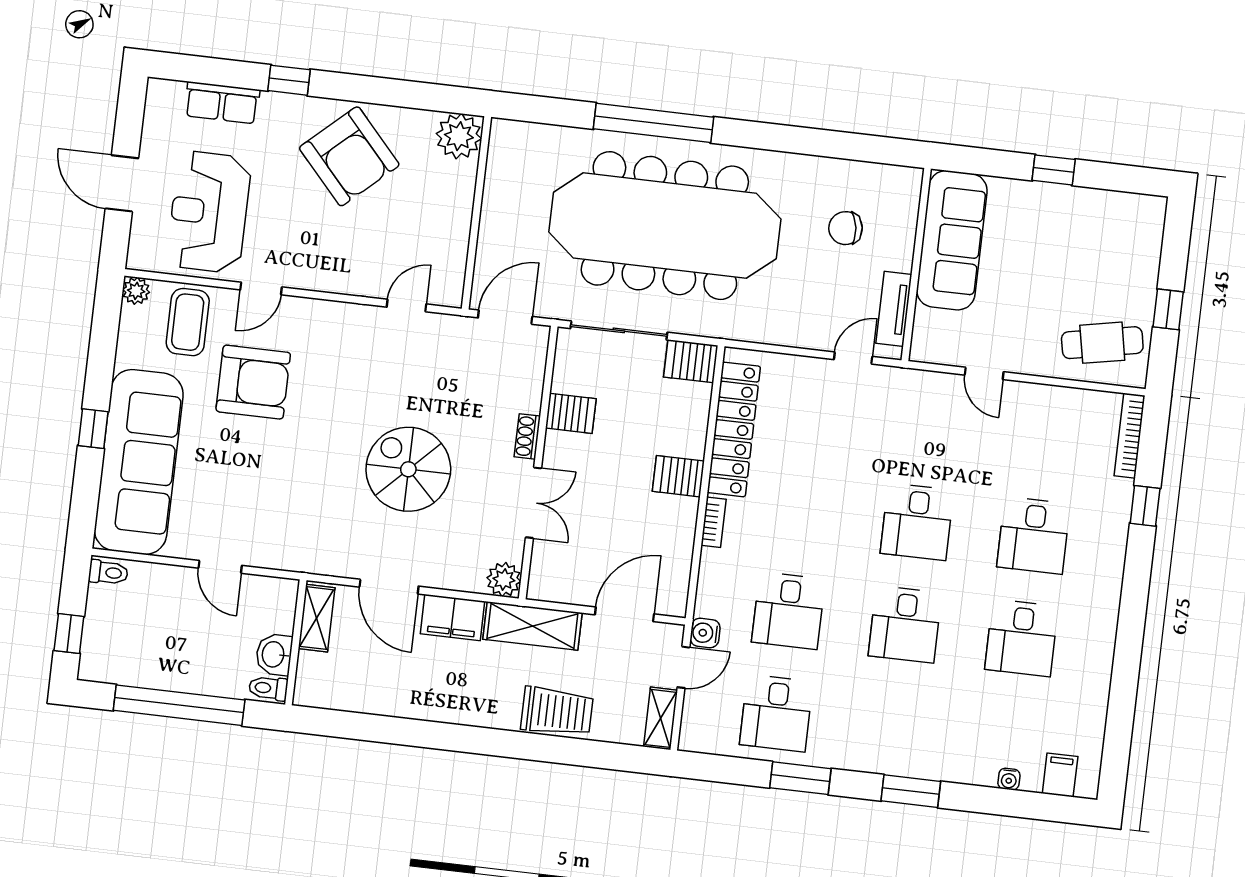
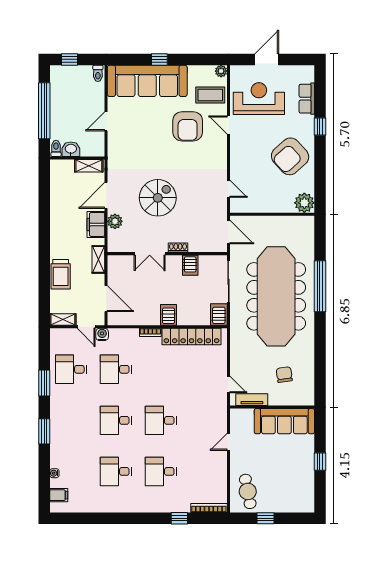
plant: (504, 580) -> (115, 221), moved
shelving: (532, 626) -> (98, 259), width x0.67, depth x0.75

